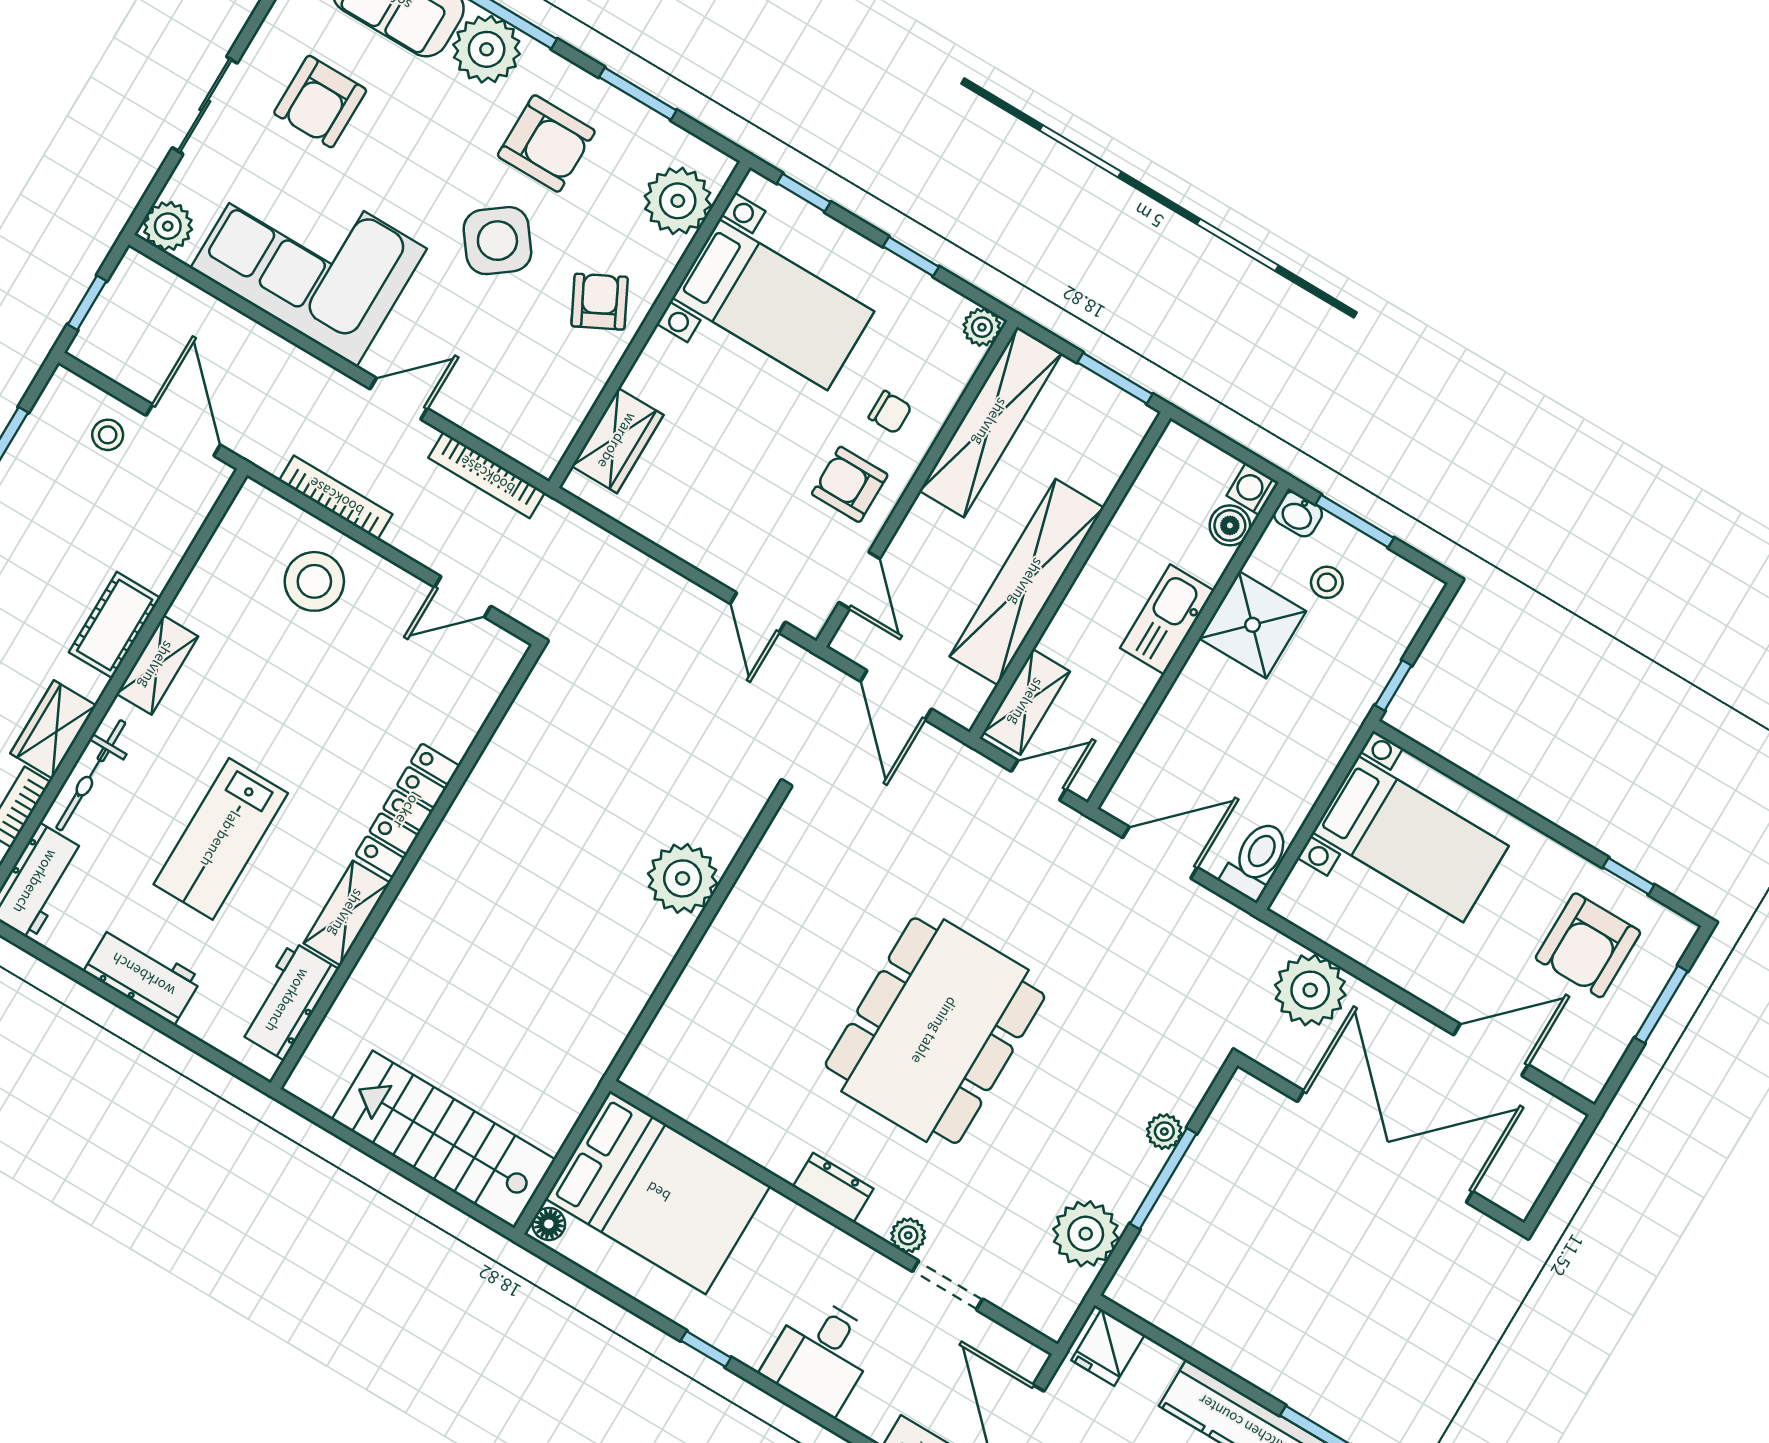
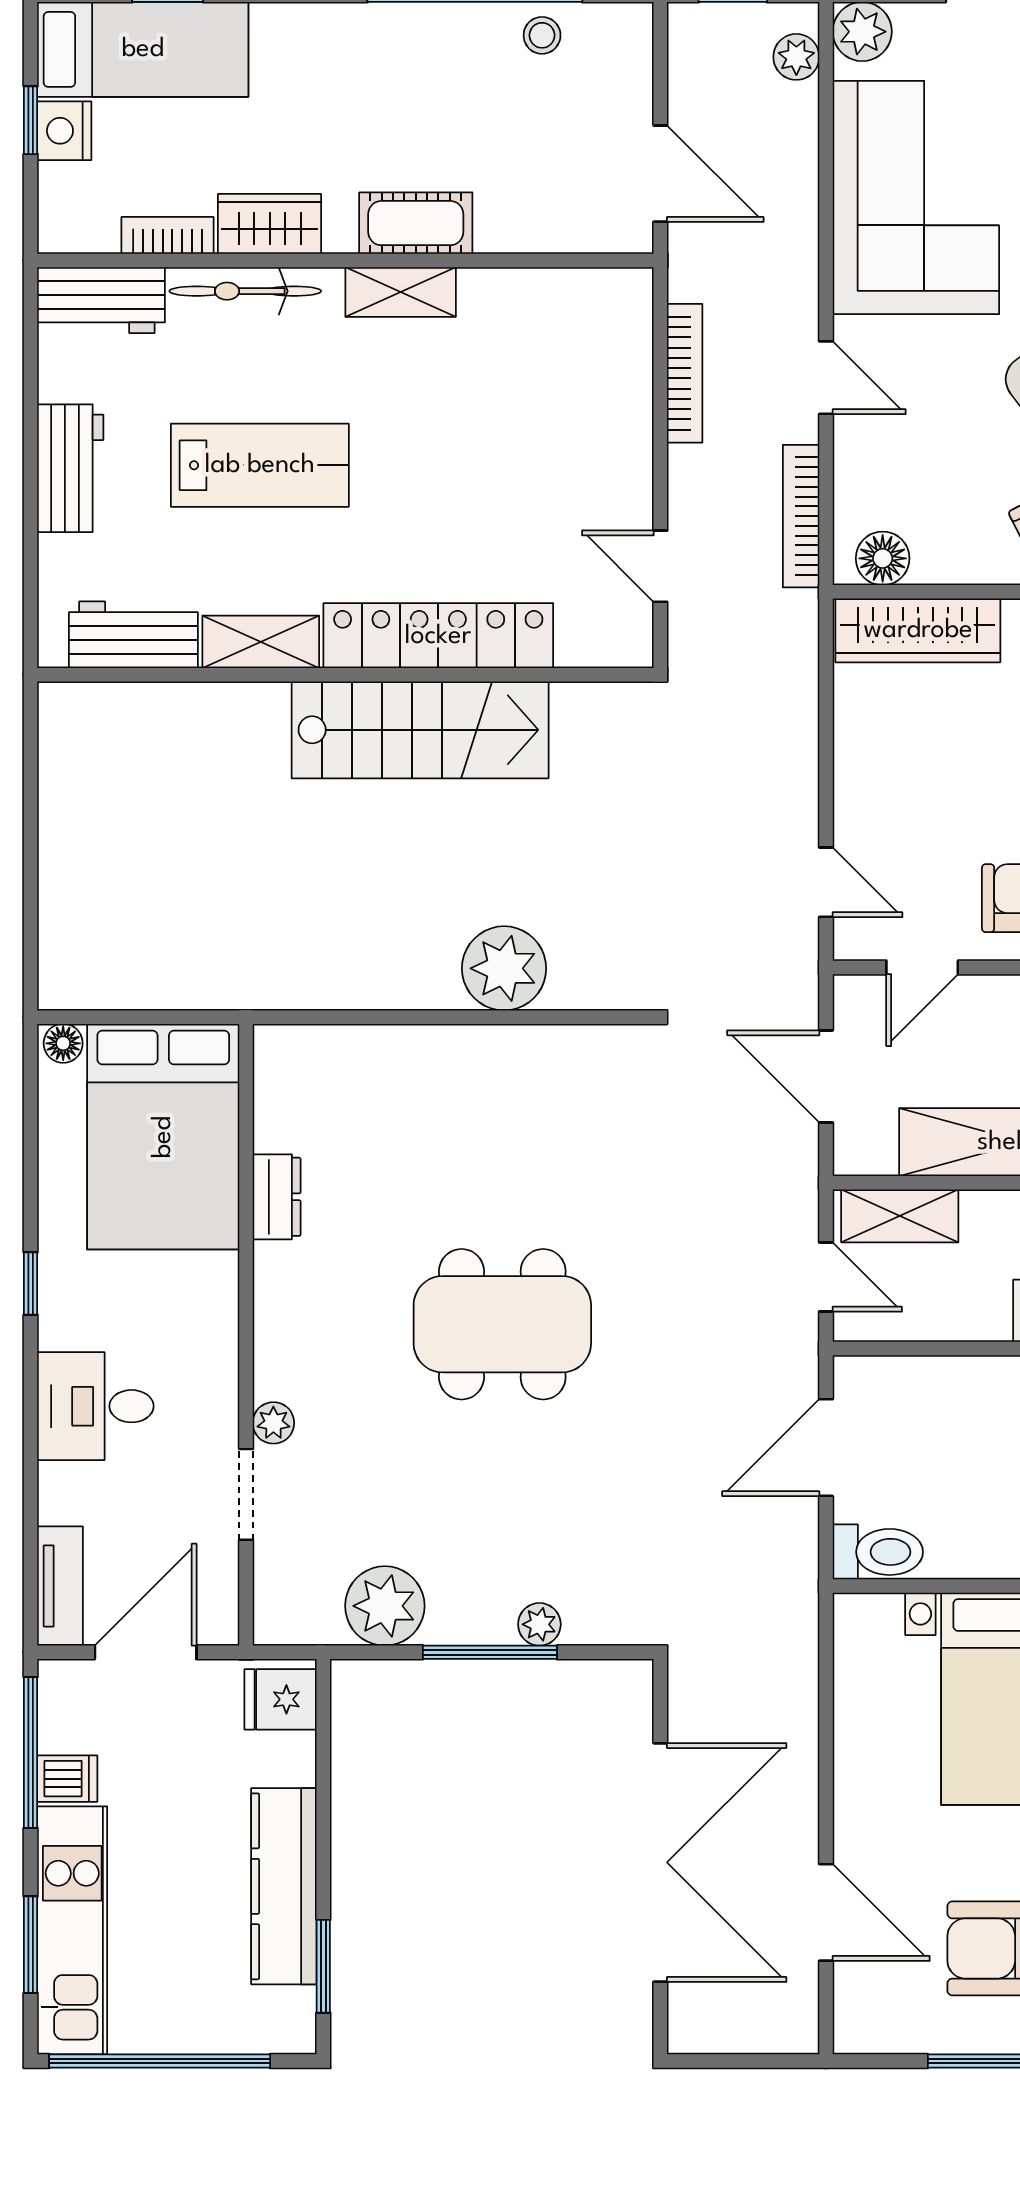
door: (183, 430) -> (660, 174), hinge flipped
stool: (108, 435) -> (542, 35), moved
floor lamp: (551, 435) -> (883, 558), added
wardrobe: (618, 441) -> (918, 630), width x1.50
stool: (314, 581) -> (584, 403), removed
door: (758, 613) -> (826, 882), swing flipped
door: (896, 695) -> (826, 1076), hinge flipped
locker: (408, 810) -> (438, 636), width x1.41, depth x1.21
lab bench: (221, 839) -> (260, 465), turned 180
door: (1160, 853) -> (826, 1448), swing flipped
plant: (1310, 990) -> (796, 57), moved, width x0.53, depth x0.53
dining table: (935, 1031) -> (502, 1324), width x0.73, depth x0.80
stairs: (444, 1139) -> (420, 730), moved, turned 90
dresser: (833, 1188) -> (277, 1197), moved

